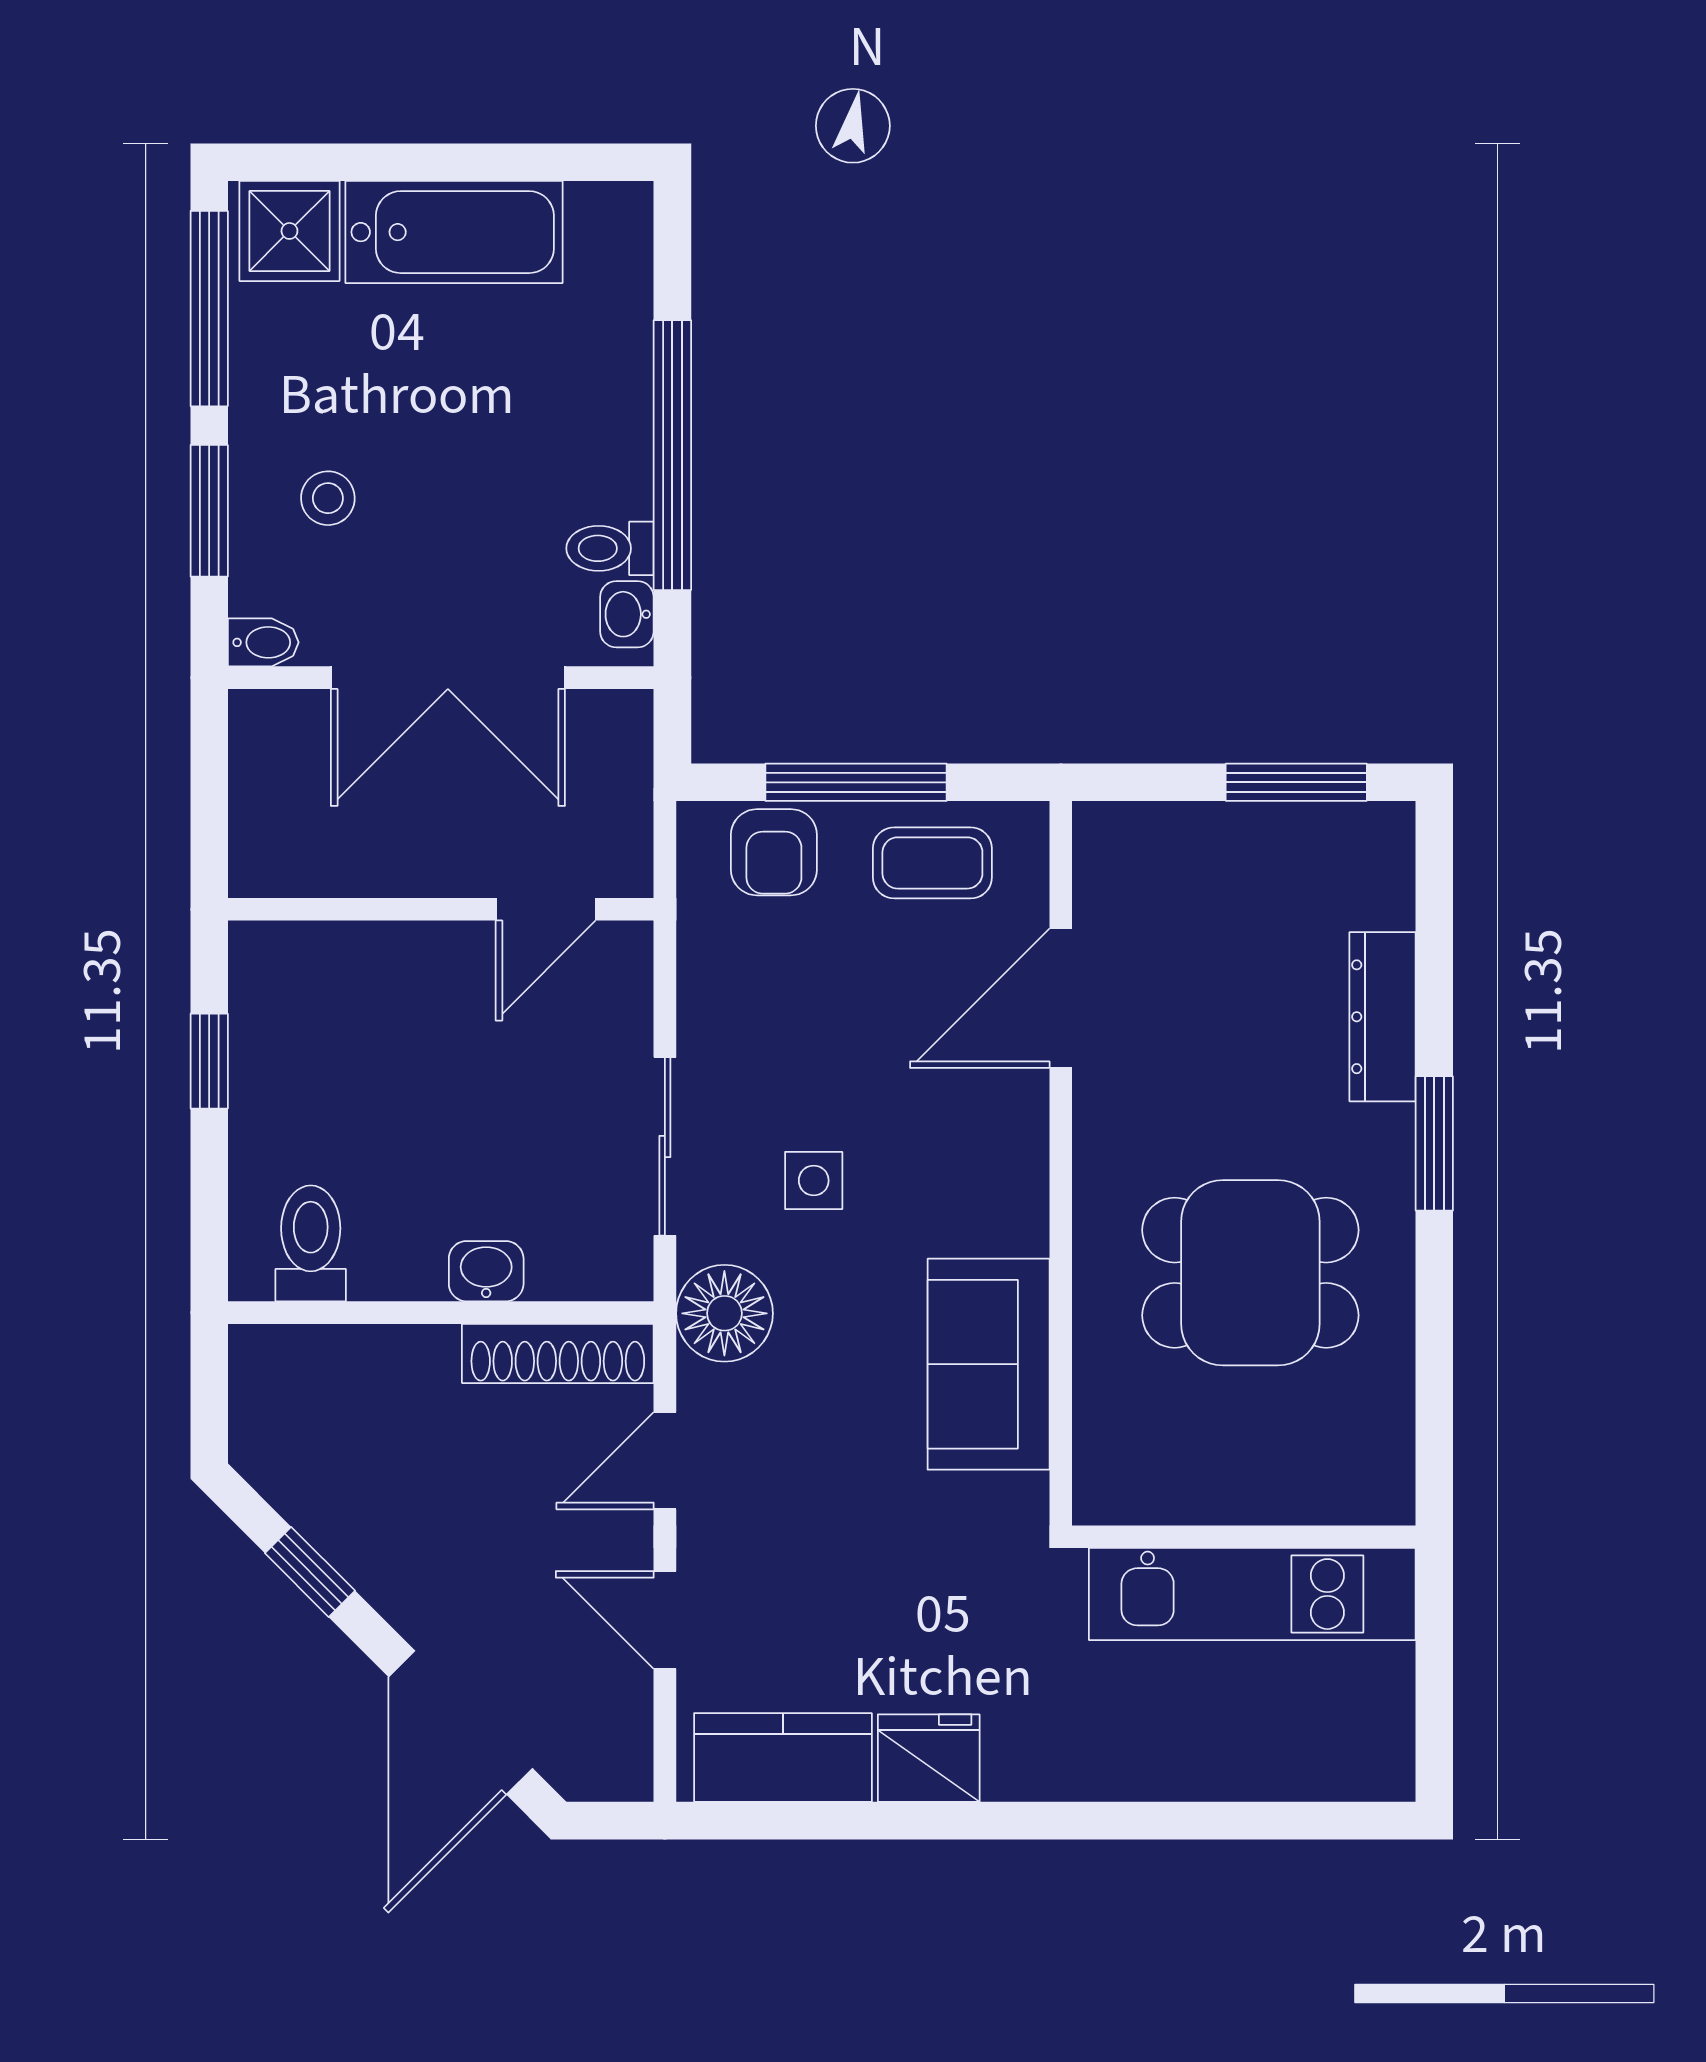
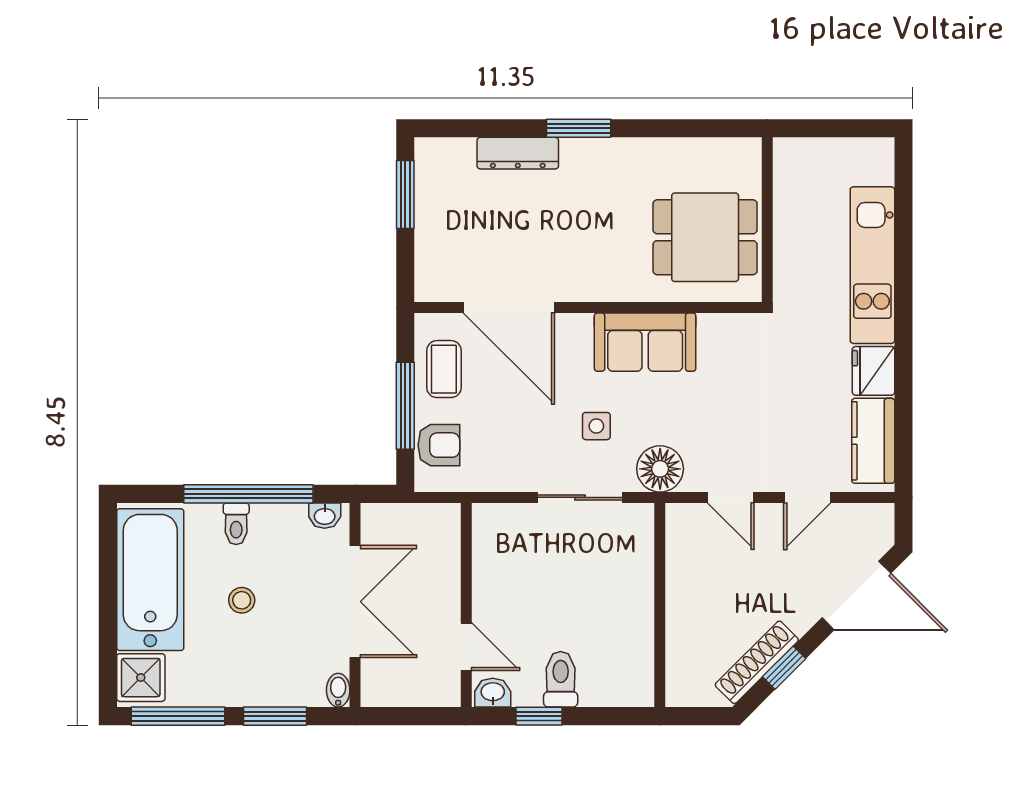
bathtub: (454, 232) -> (150, 580), width x1.36, depth x1.36
stool: (328, 498) -> (242, 600), moved
toilet: (610, 548) -> (236, 524), moved
door: (546, 909) -> (466, 647), moved
door: (1061, 998) -> (509, 307), width x1.36
toilet: (311, 1243) -> (561, 679), moved, turned 90
washbasin: (486, 1271) -> (493, 693), moved, turned 90
dining table: (1250, 1273) -> (705, 237), moved, turned 90
shoe rack: (558, 1353) -> (757, 662), moved, turned -135
sofa: (989, 1364) -> (645, 342), moved
kitchen unit: (1252, 1594) -> (872, 265), moved, turned 180

